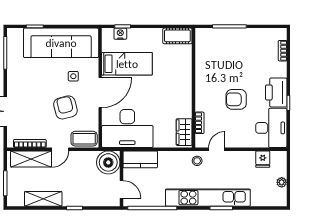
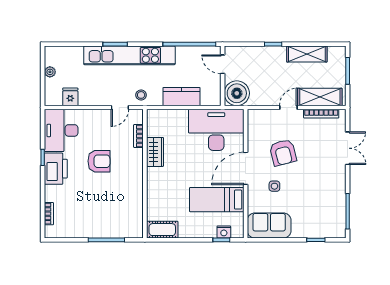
sofa: (61, 43) -> (269, 226), width x0.54, depth x0.79
wardrobe: (184, 132) -> (155, 152), moved
coffee table: (84, 139) -> (263, 119), removed
kitchen counter: (140, 159) -> (182, 97), moved

